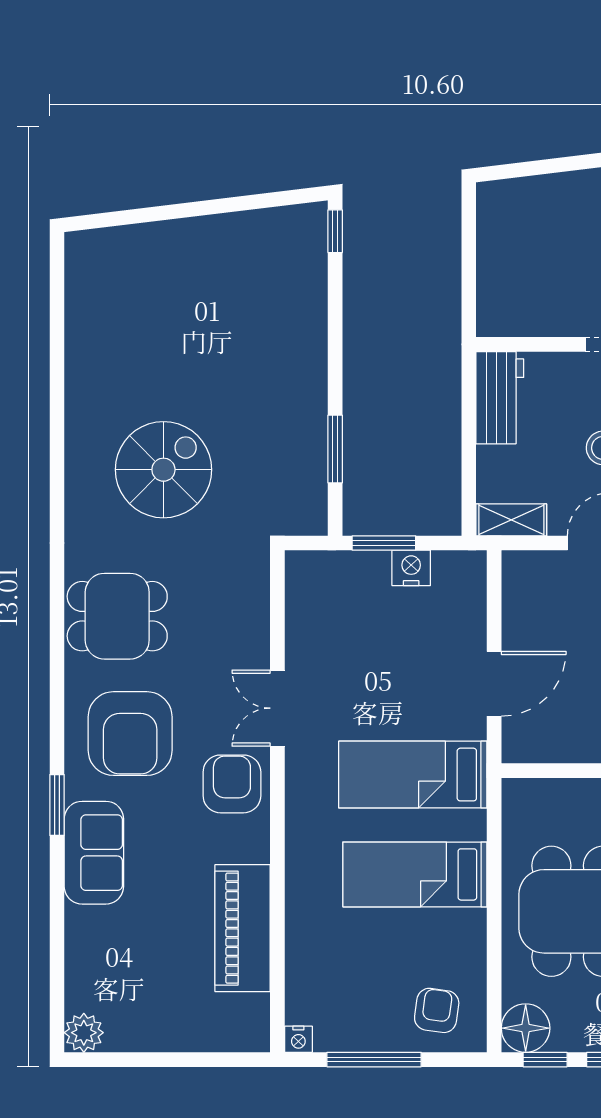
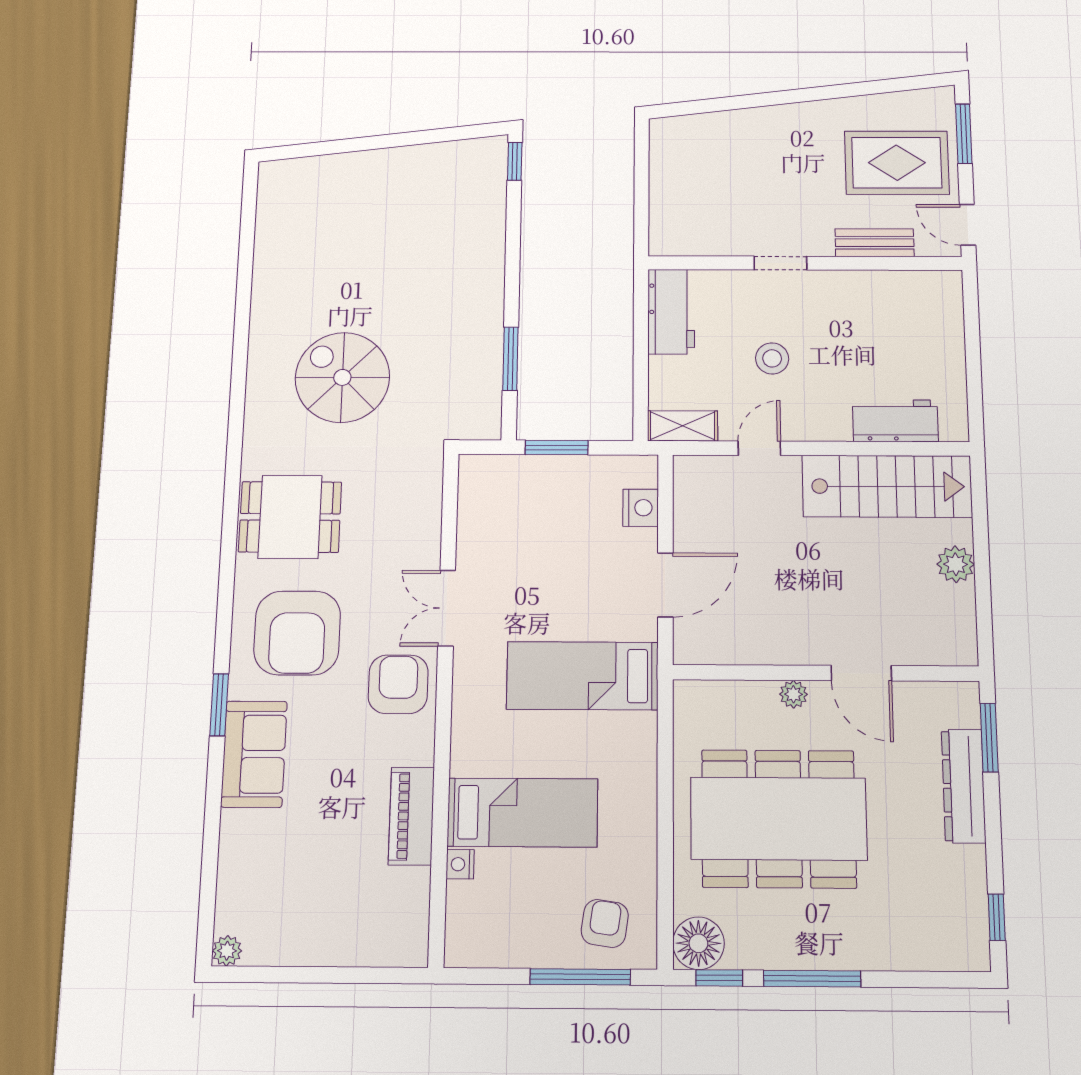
spiral stairs: (163, 470) -> (342, 377), turned -90
nightstand: (411, 568) -> (641, 508), moved, turned 90
bed: (415, 874) -> (523, 812), moved, turned 180
piano: (243, 928) -> (411, 816), width x0.73, depth x0.75
plant: (84, 1033) -> (227, 951), width x0.73, depth x0.73
nightstand: (298, 1039) -> (460, 864), moved, turned 90
window: (374, 1060) -> (580, 977), moved

